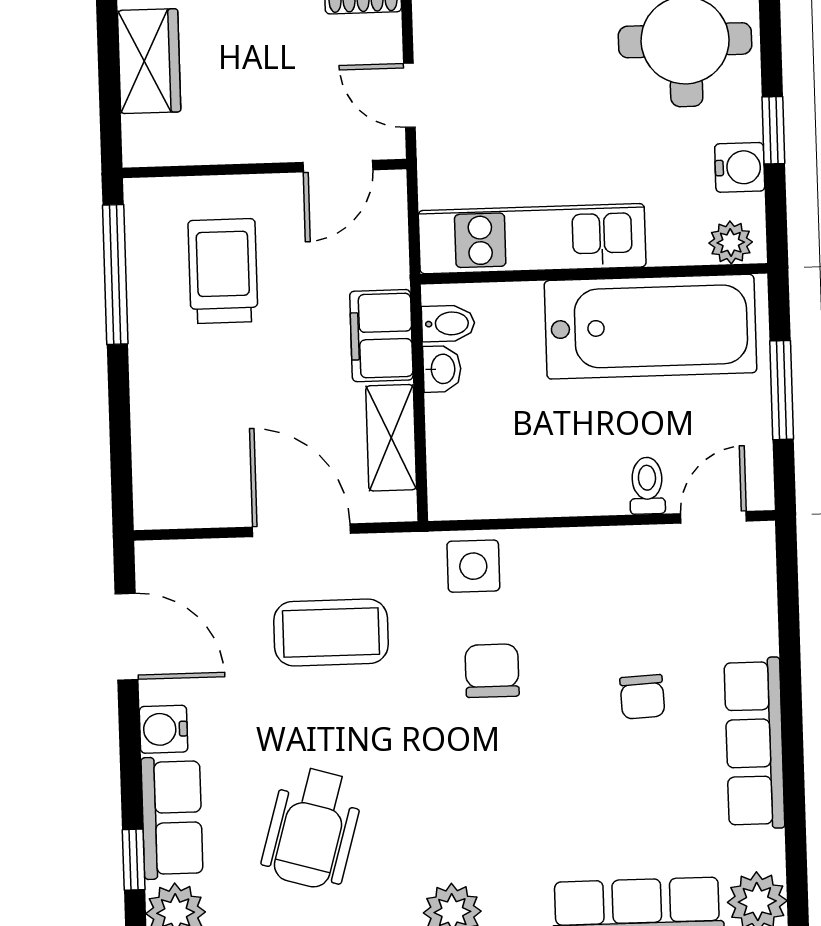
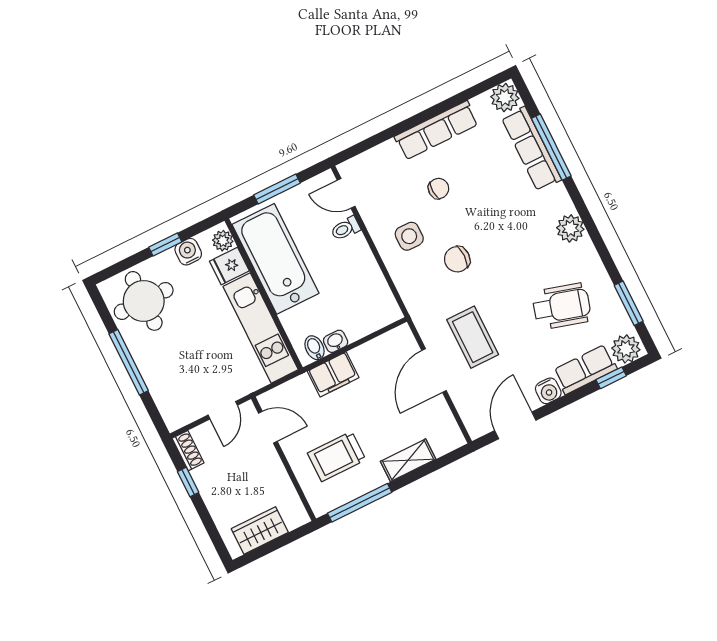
fridge: (677, 233) -> (229, 266), added
shelving: (391, 438) -> (408, 460), moved
side table: (473, 566) -> (409, 236), moved

